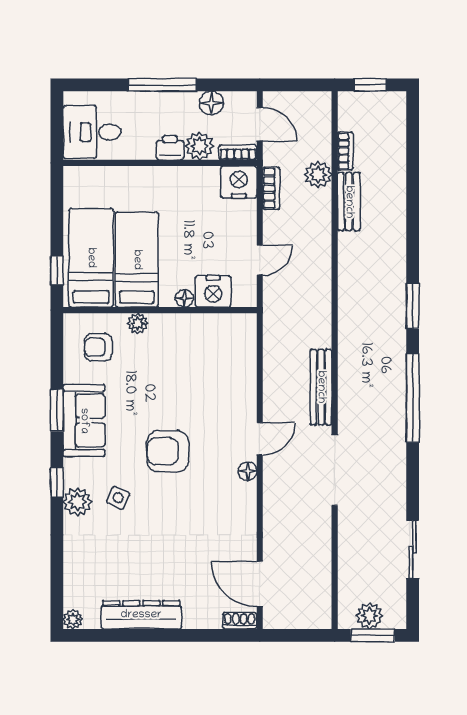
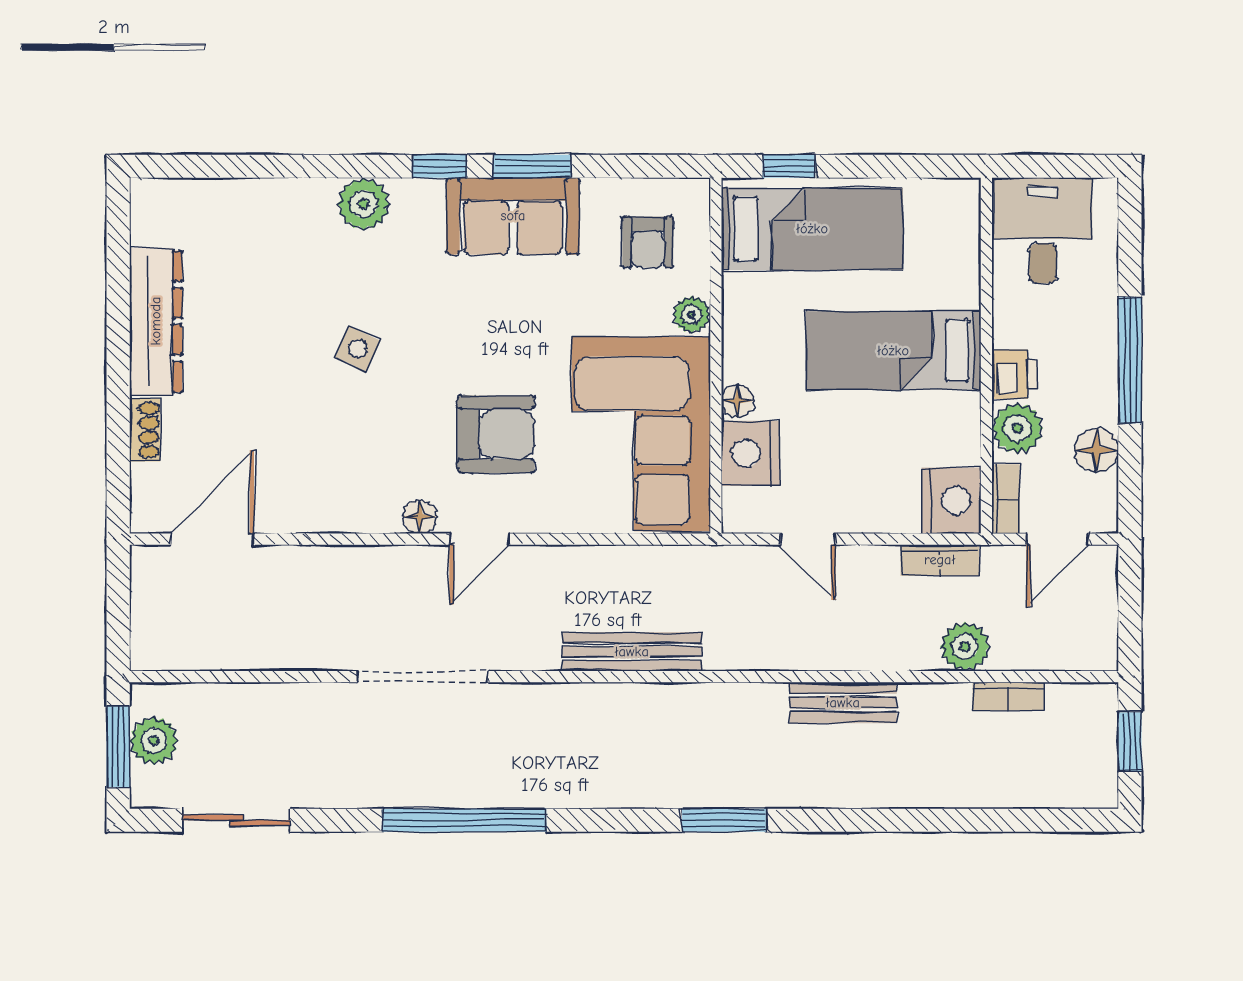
bench: (349, 202) -> (843, 703), moved
bed: (137, 260) -> (893, 351), moved, turned 180
armchair: (98, 347) -> (648, 242), turned 180
corner sofa: (203, 351) -> (641, 434), added
bench: (321, 387) -> (632, 652), moved
window: (413, 398) -> (464, 820), moved
door: (260, 439) -> (479, 539), hinge flipped
armchair: (168, 451) -> (496, 434), moved, turned 90
window: (57, 483) -> (440, 166), moved
side table: (118, 498) -> (358, 349), moved
sliding door: (413, 549) -> (236, 820), moved
plant: (73, 619) -> (148, 196), removed
shoe rack: (240, 621) -> (145, 430), moved

